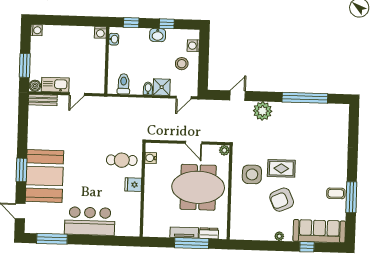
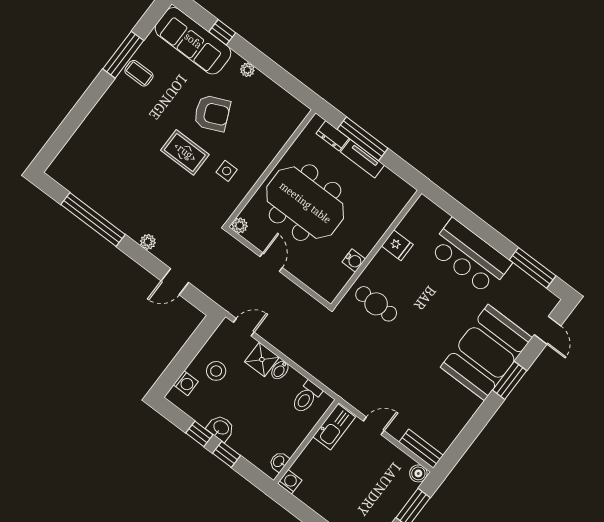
window: (131, 23) -> (226, 454), moved
kitchen sink: (55, 85) -> (334, 427), moved, turned -90
plant: (263, 111) -> (148, 242), width x0.53, depth x0.53
water cooler: (151, 158) -> (354, 260), moved
side table: (252, 174) -> (227, 171), width x0.54, depth x0.54
fridge: (133, 185) -> (397, 245), moved

